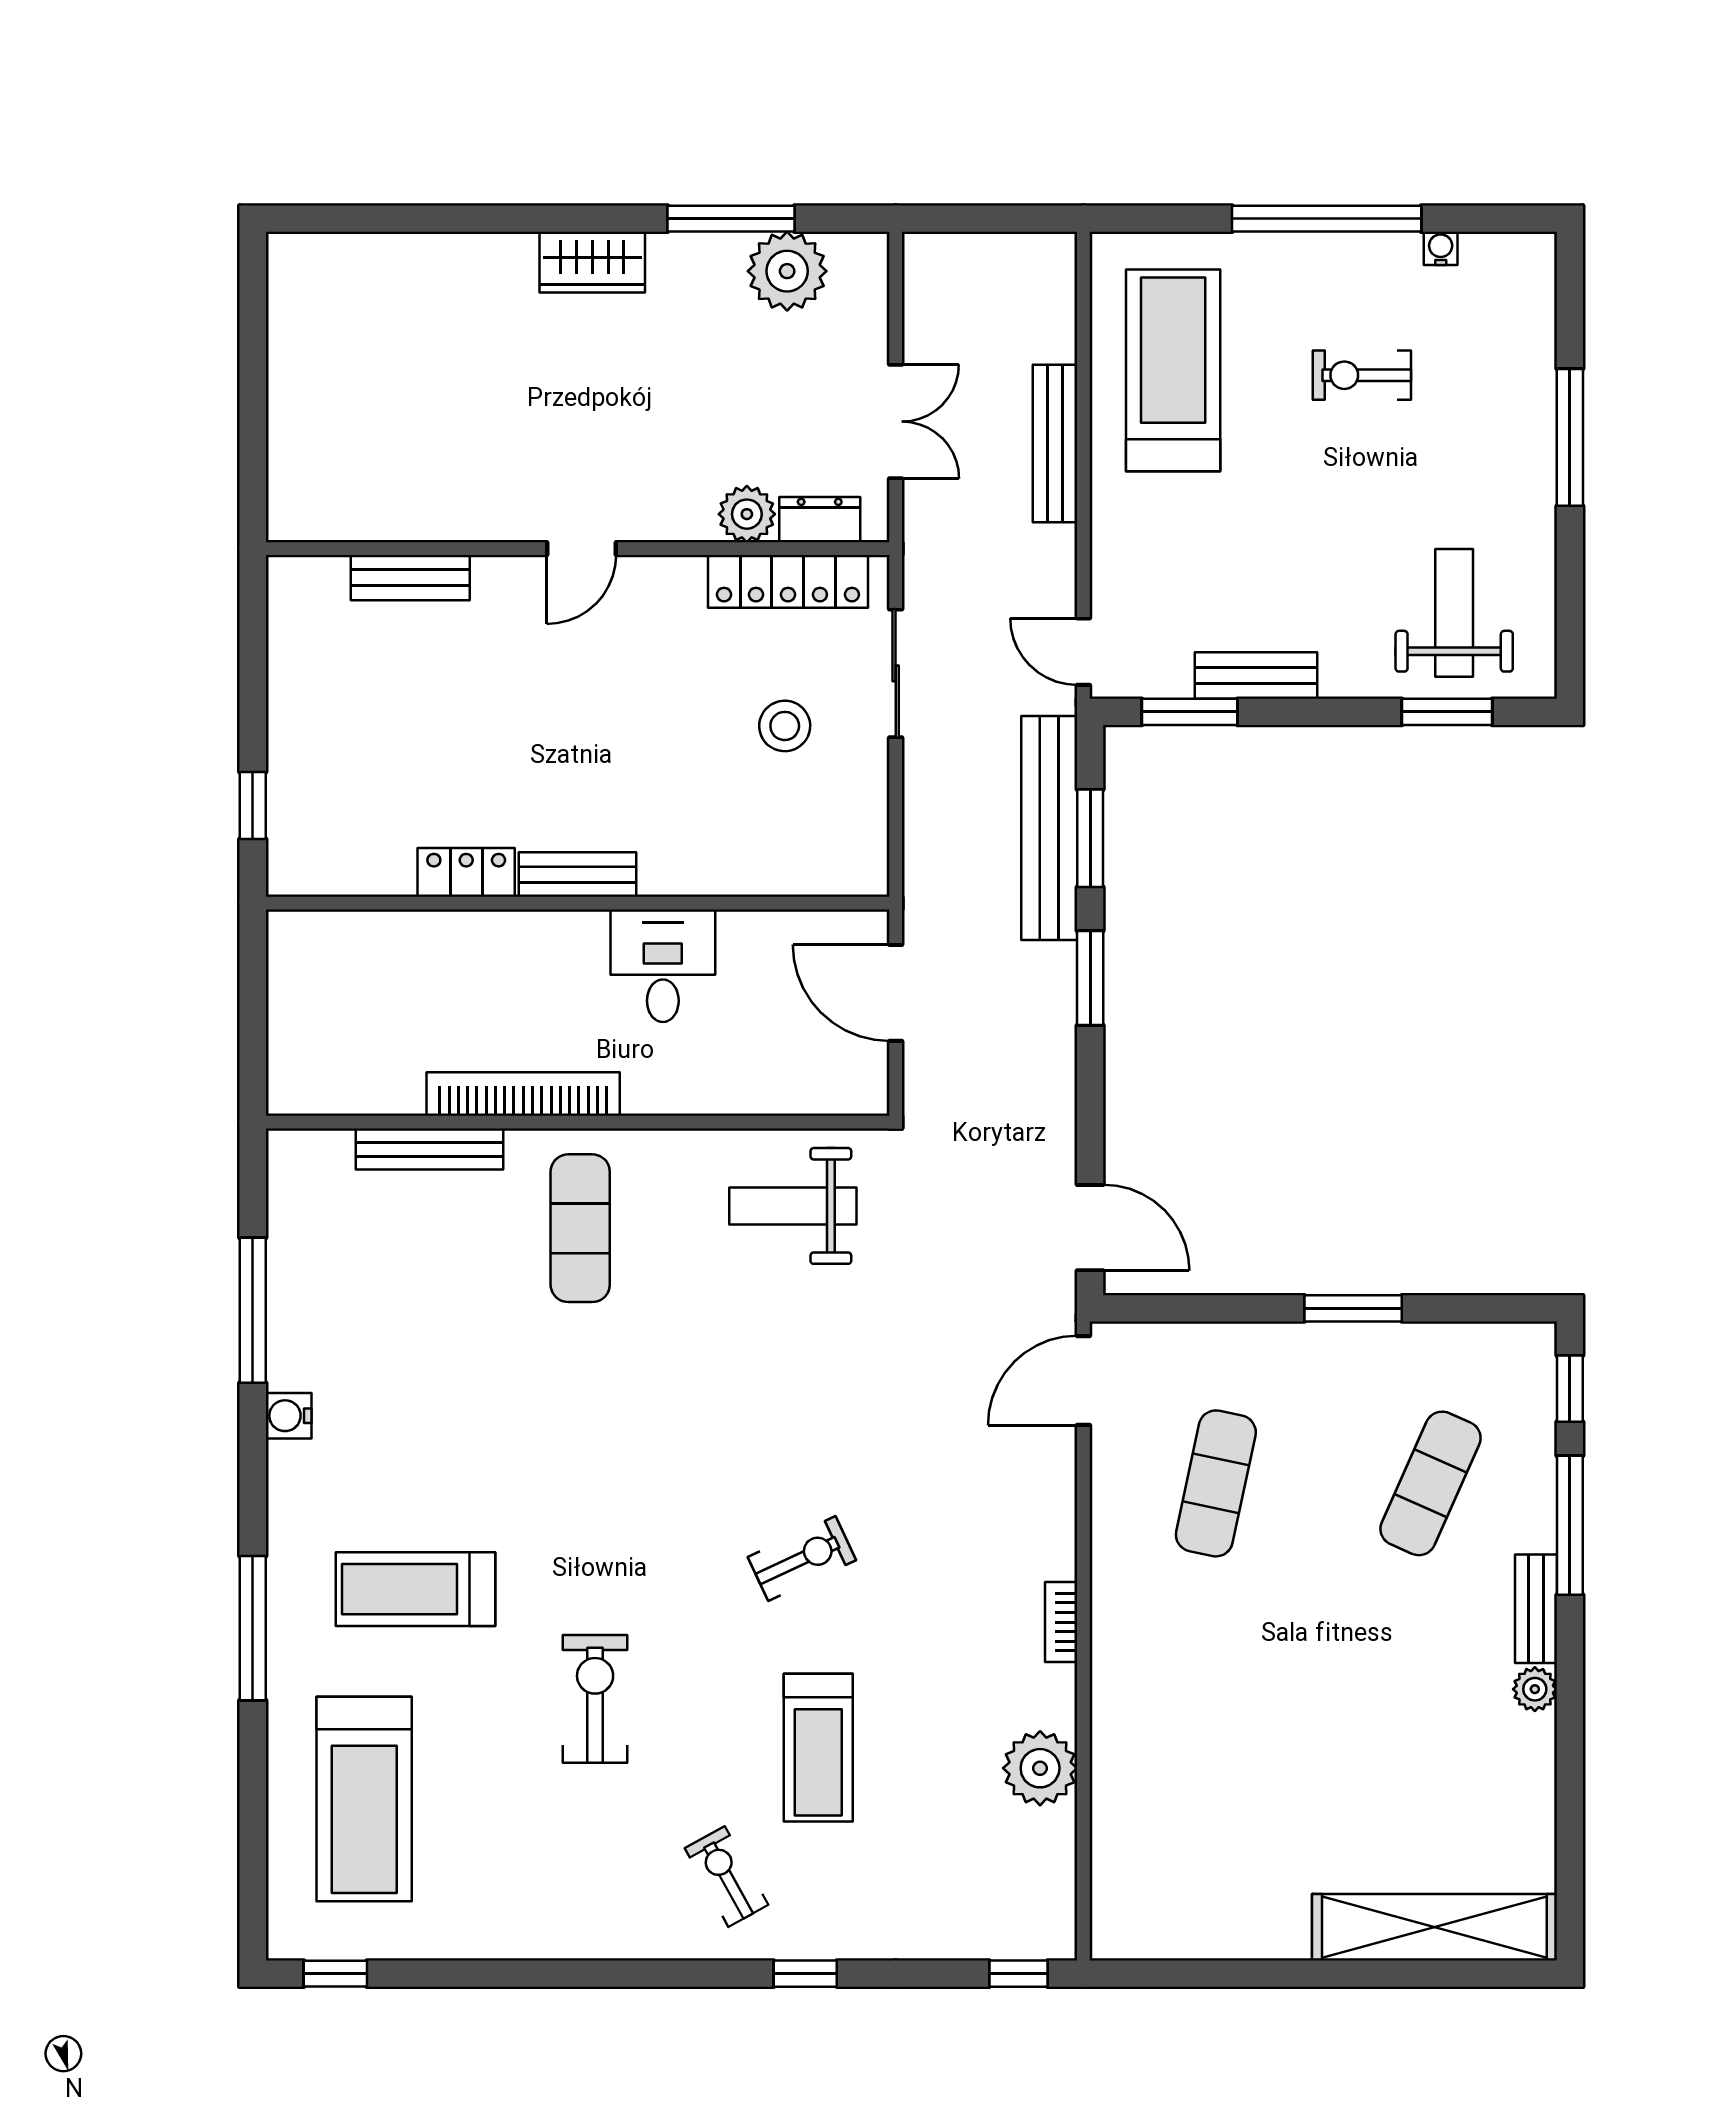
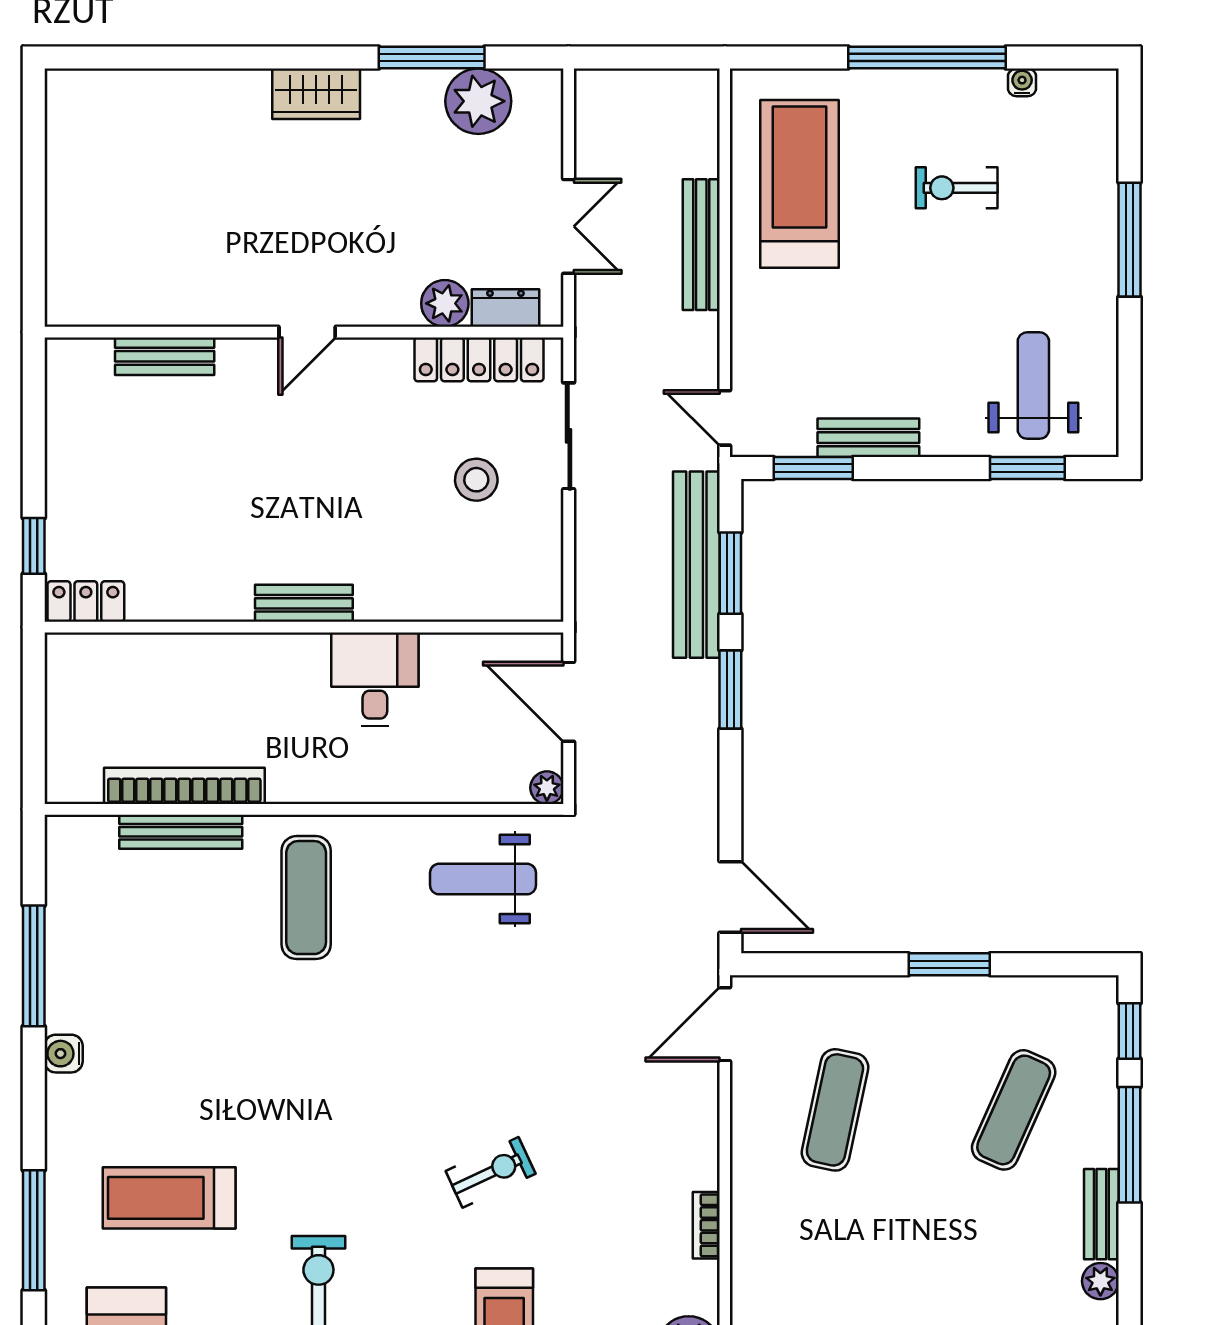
locker: (466, 872) -> (86, 602), moved
bookcase: (523, 1094) -> (184, 786), moved
plant: (870, 1096) -> (547, 788), added

